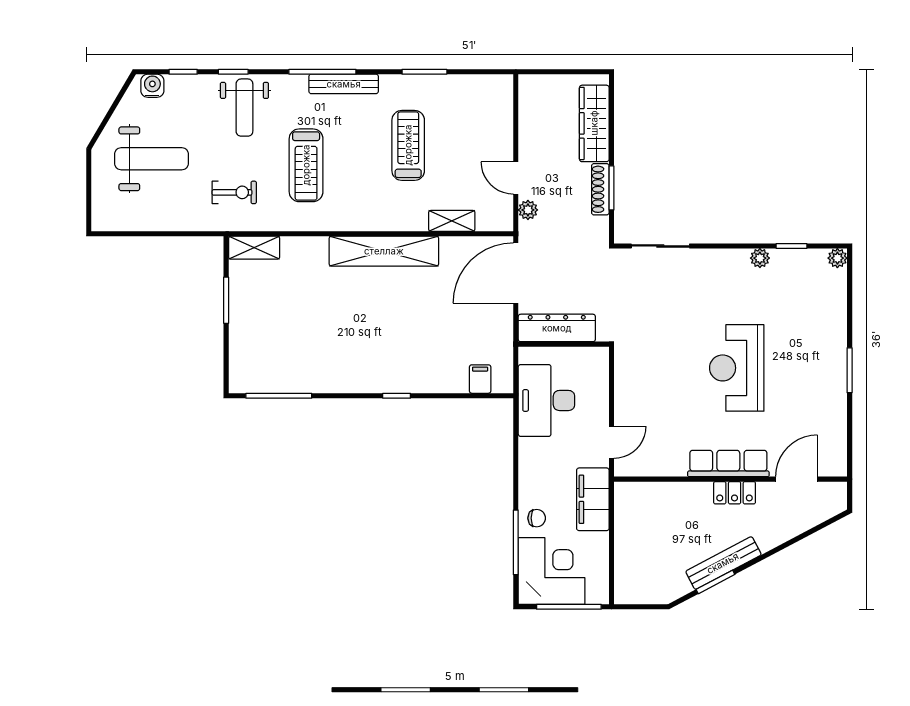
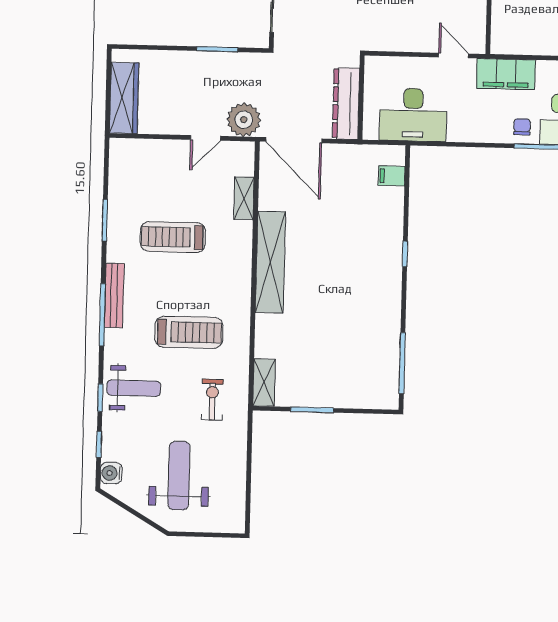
wardrobe: (594, 123) -> (124, 98), moved, turned -90
shoe rack: (600, 189) -> (218, 60), removed
plant: (528, 210) -> (244, 120), width x1.88, depth x1.88

